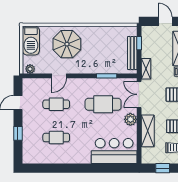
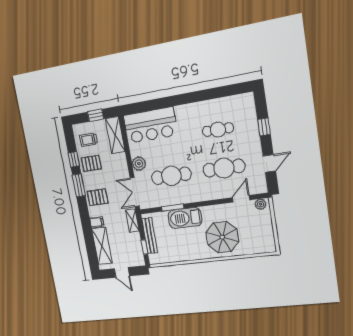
barbecue: (31, 41) -> (185, 218), moved, turned -90
door: (59, 76) -> (241, 199), moved
double door: (139, 94) -> (135, 192), swing flipped
cafe table: (56, 104) -> (224, 168), width x1.37, depth x1.35
shelving: (148, 131) -> (115, 135), moved

